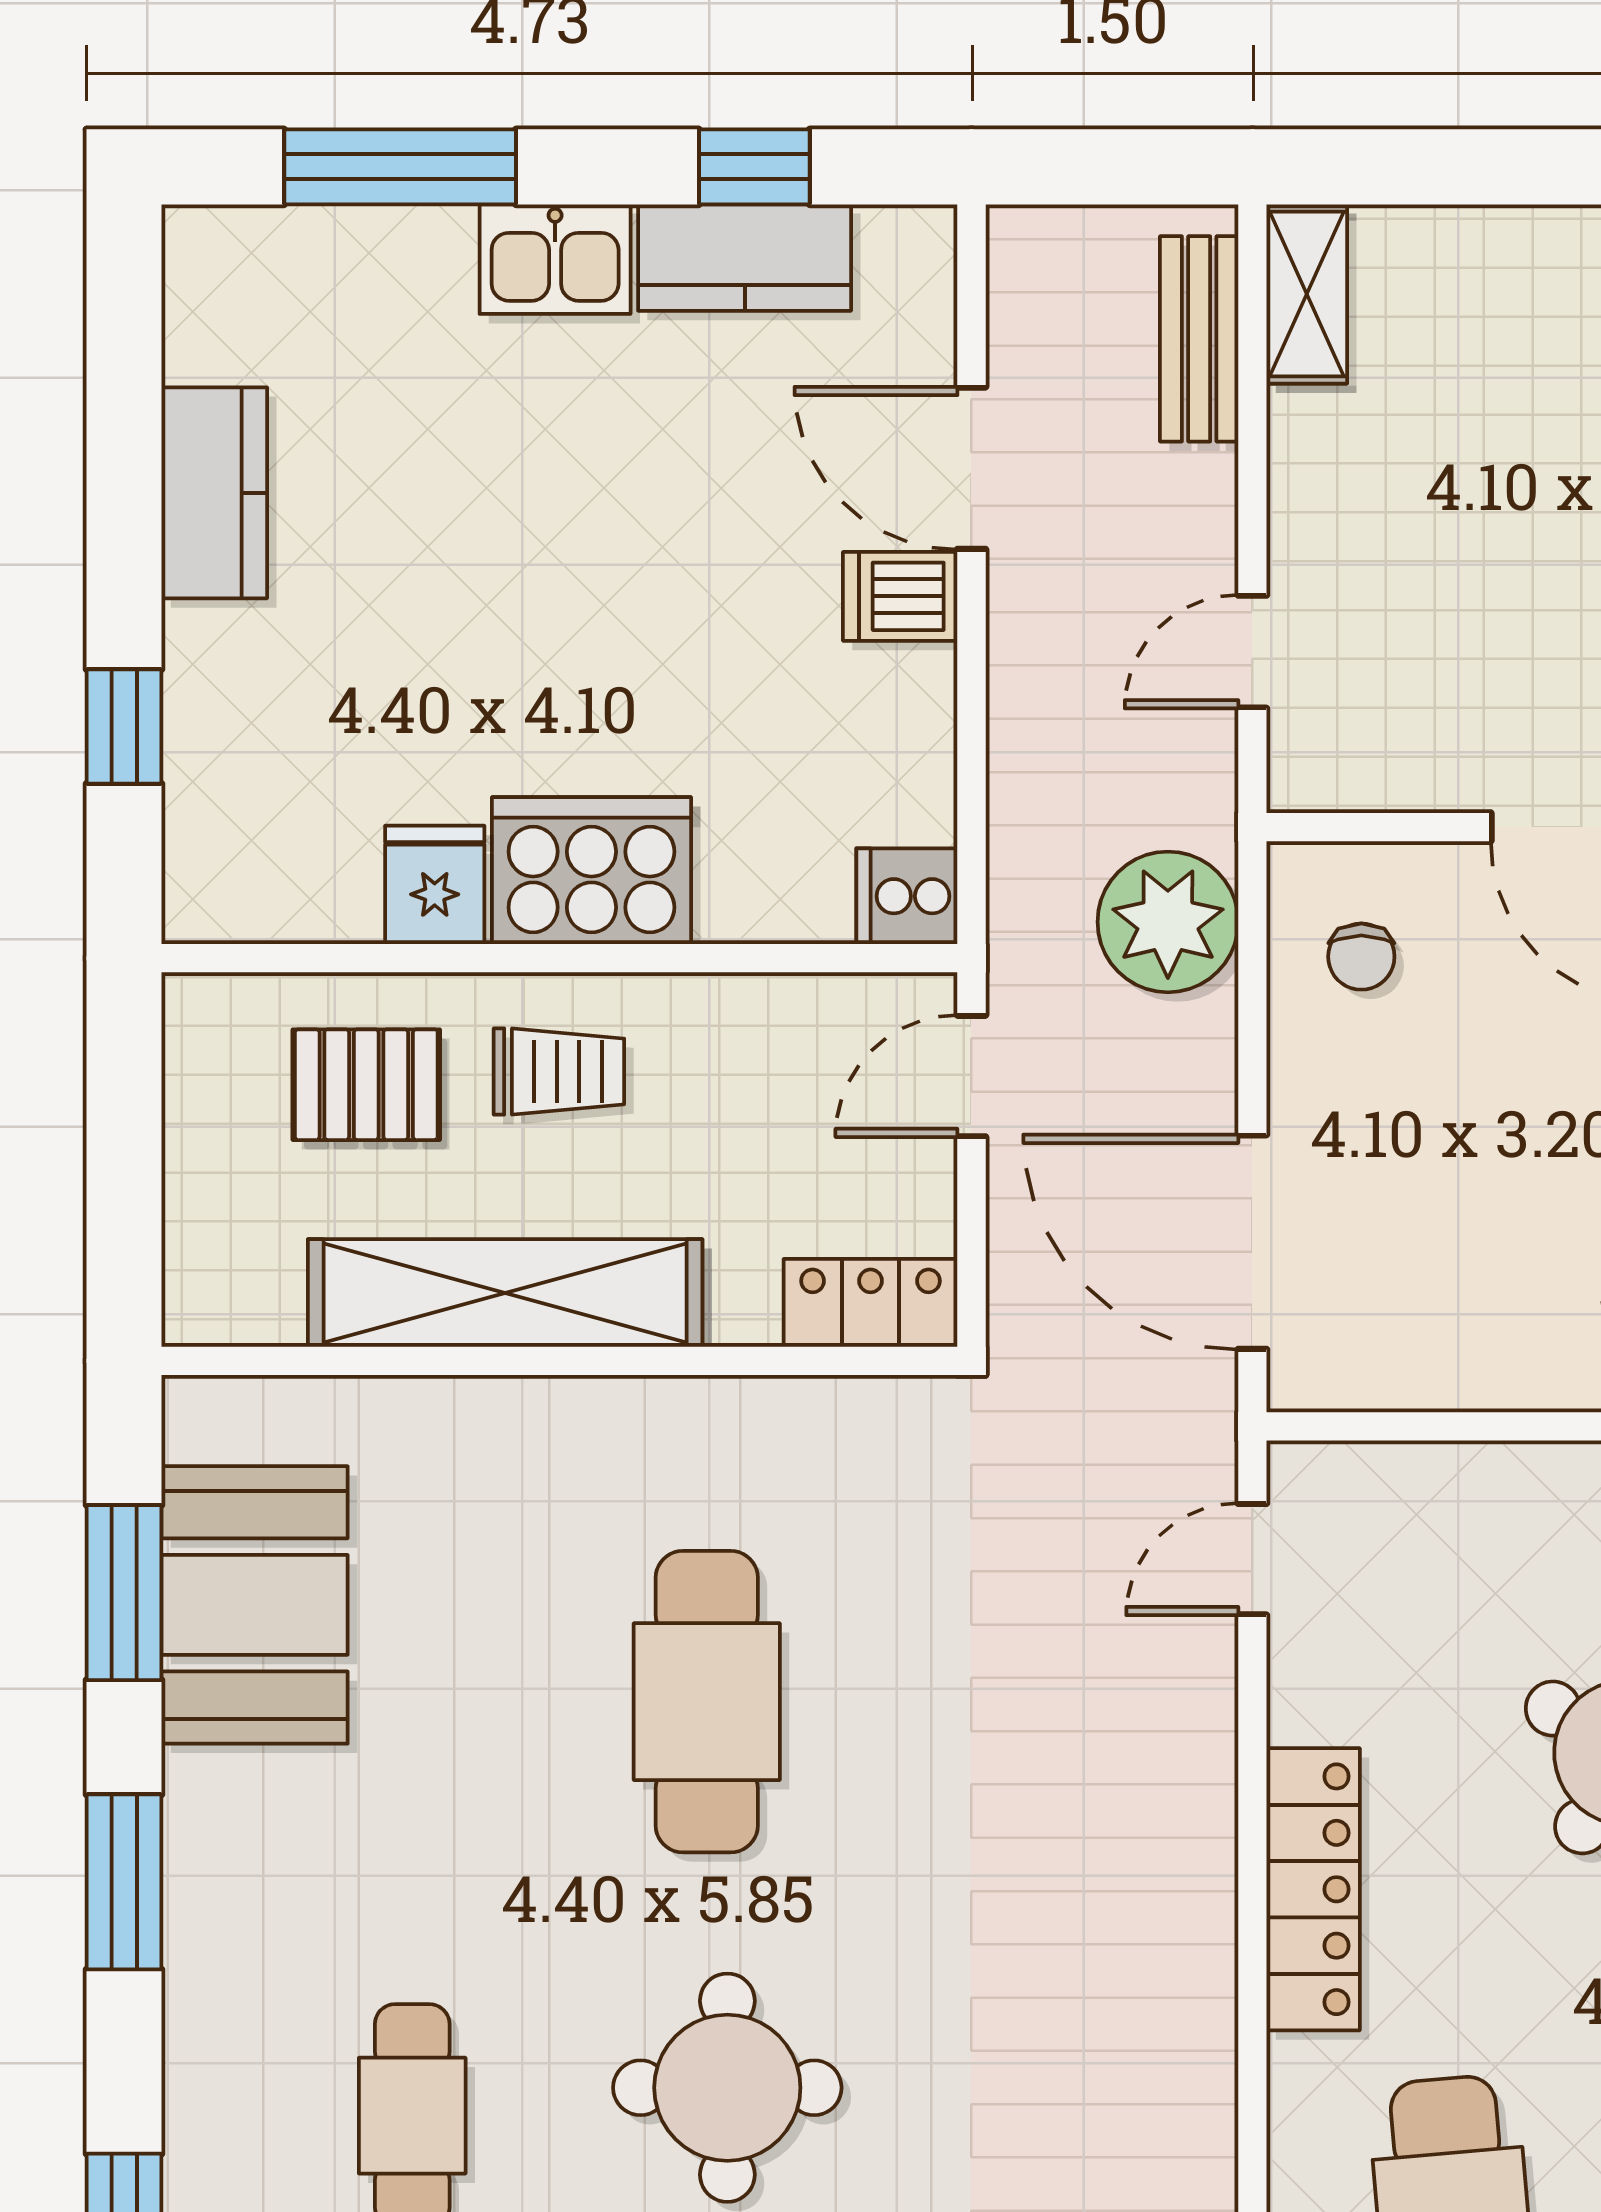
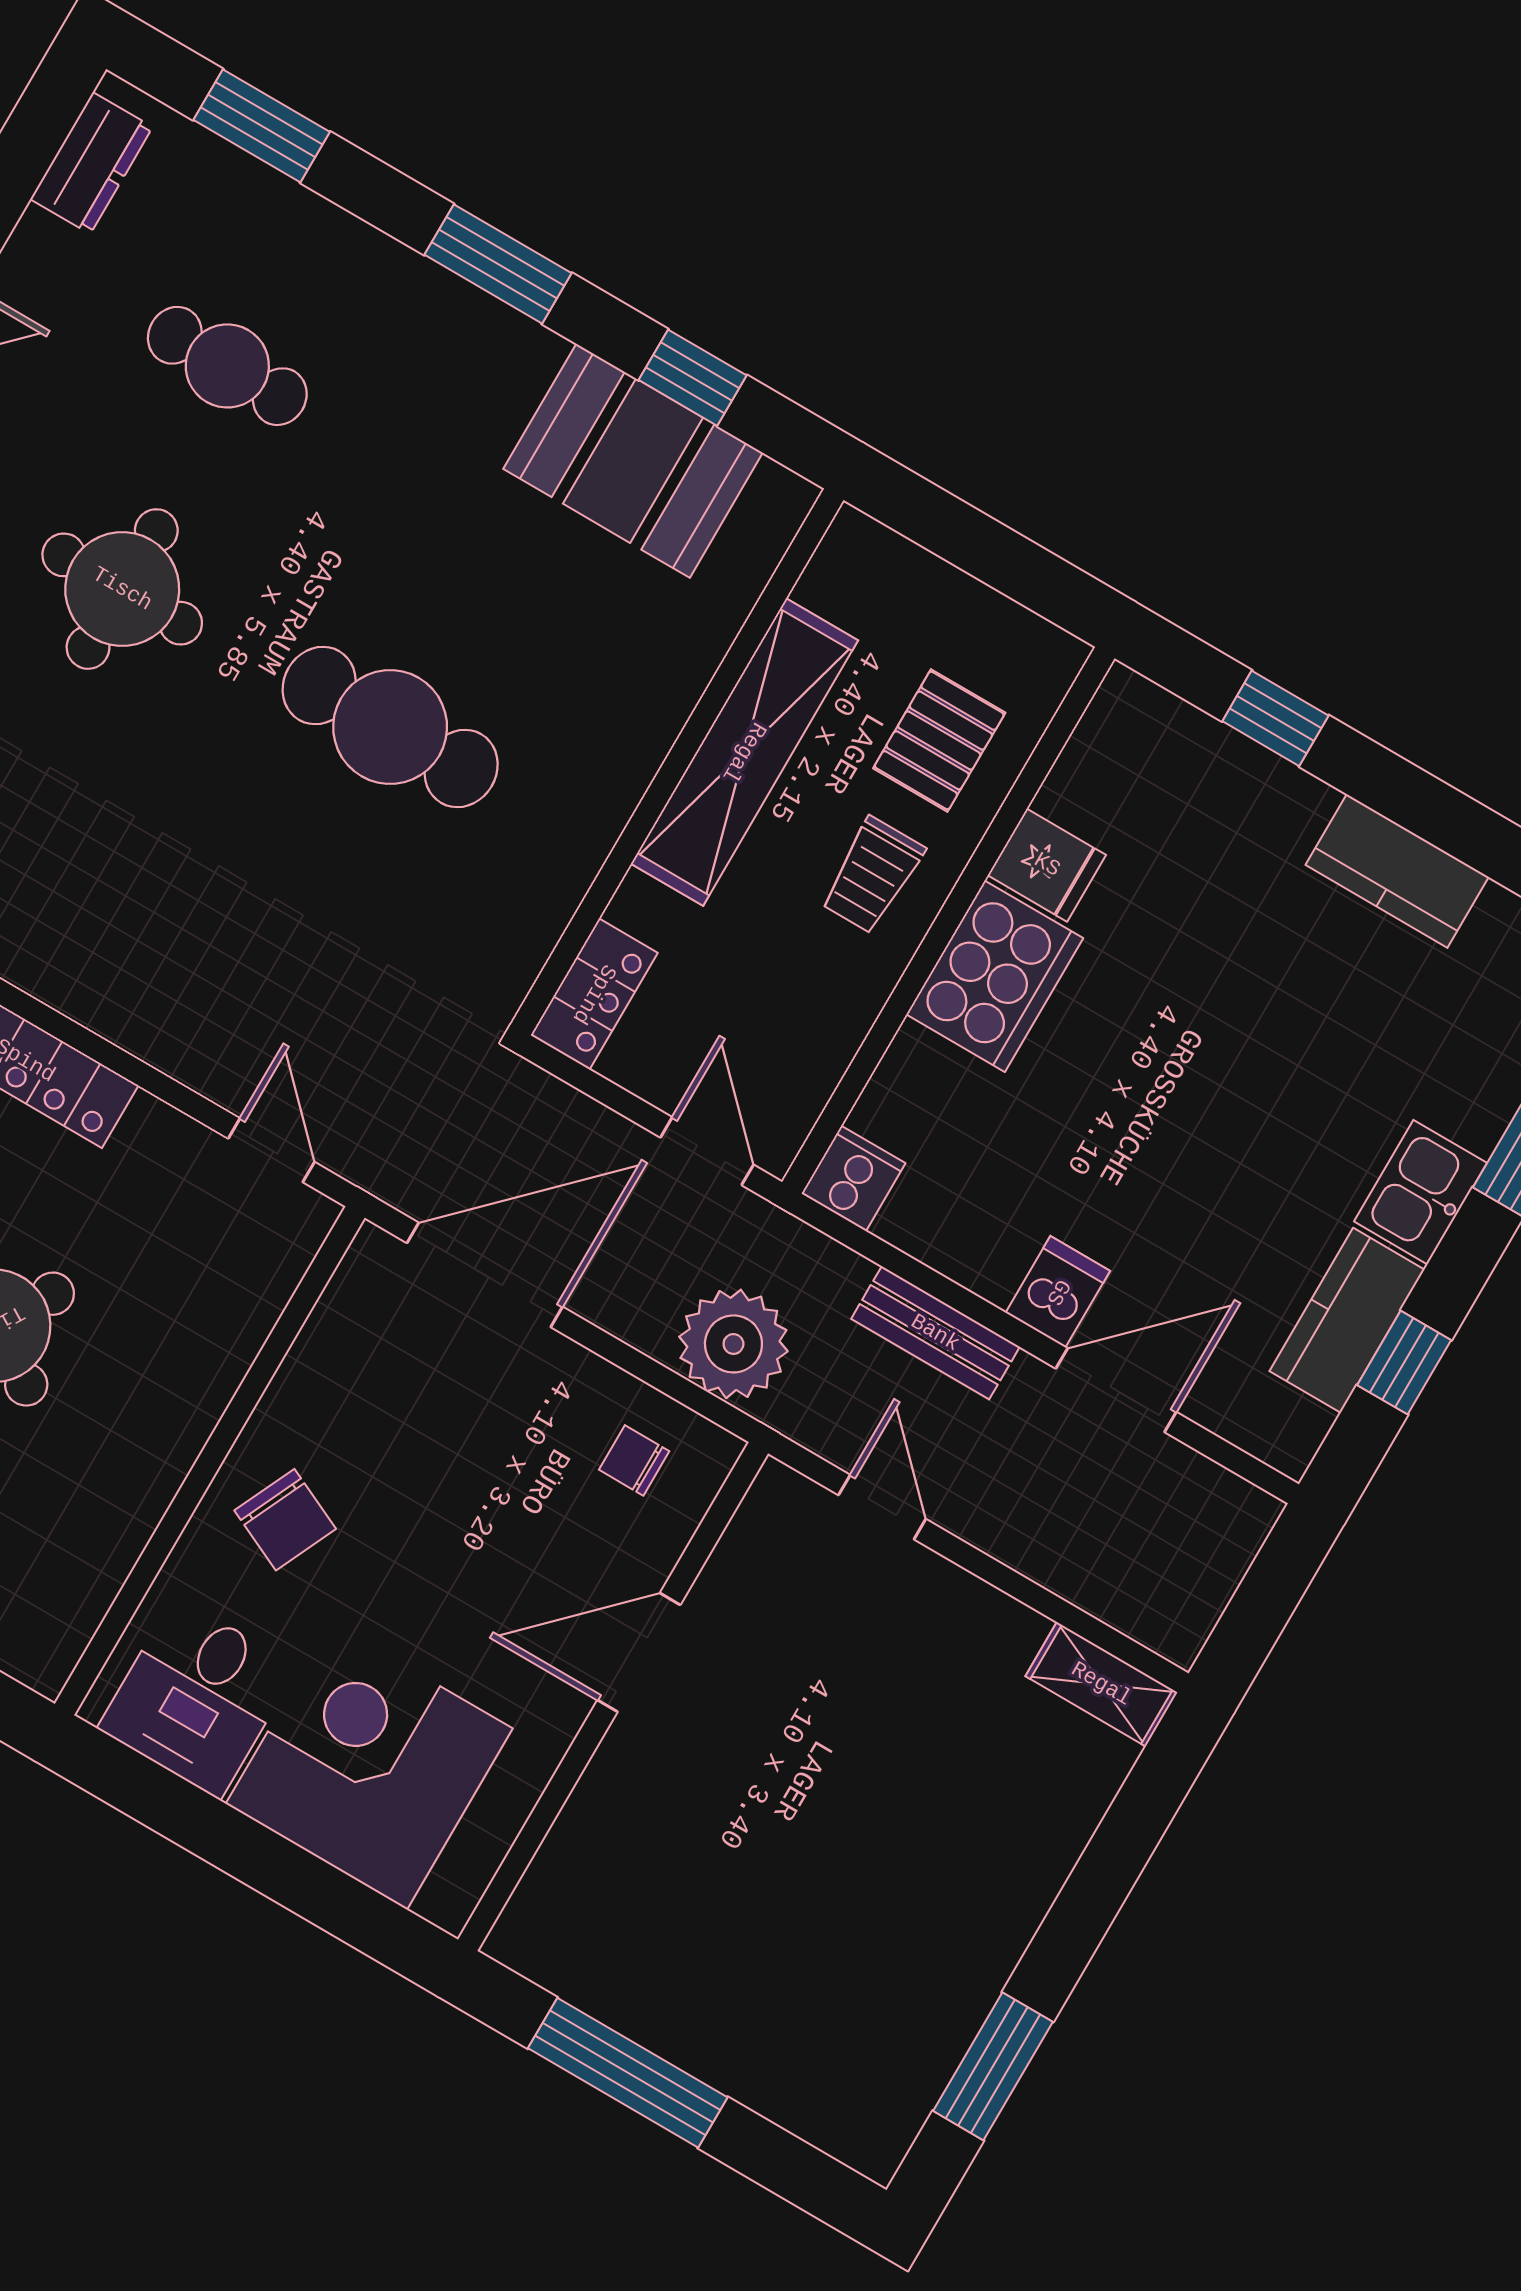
bench: (1199, 339) -> (935, 1333), moved
window: (124, 1593) -> (693, 378), width x0.67

